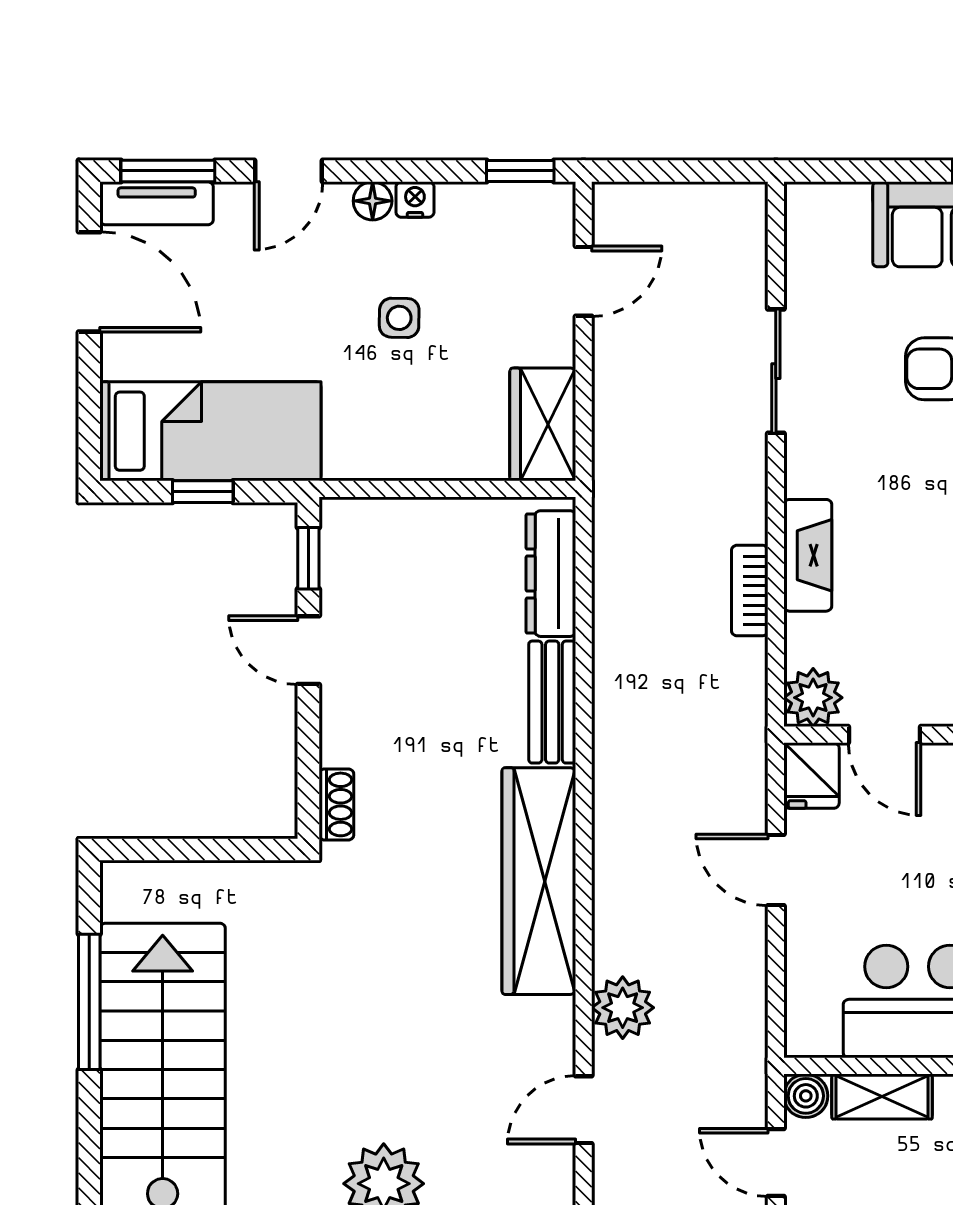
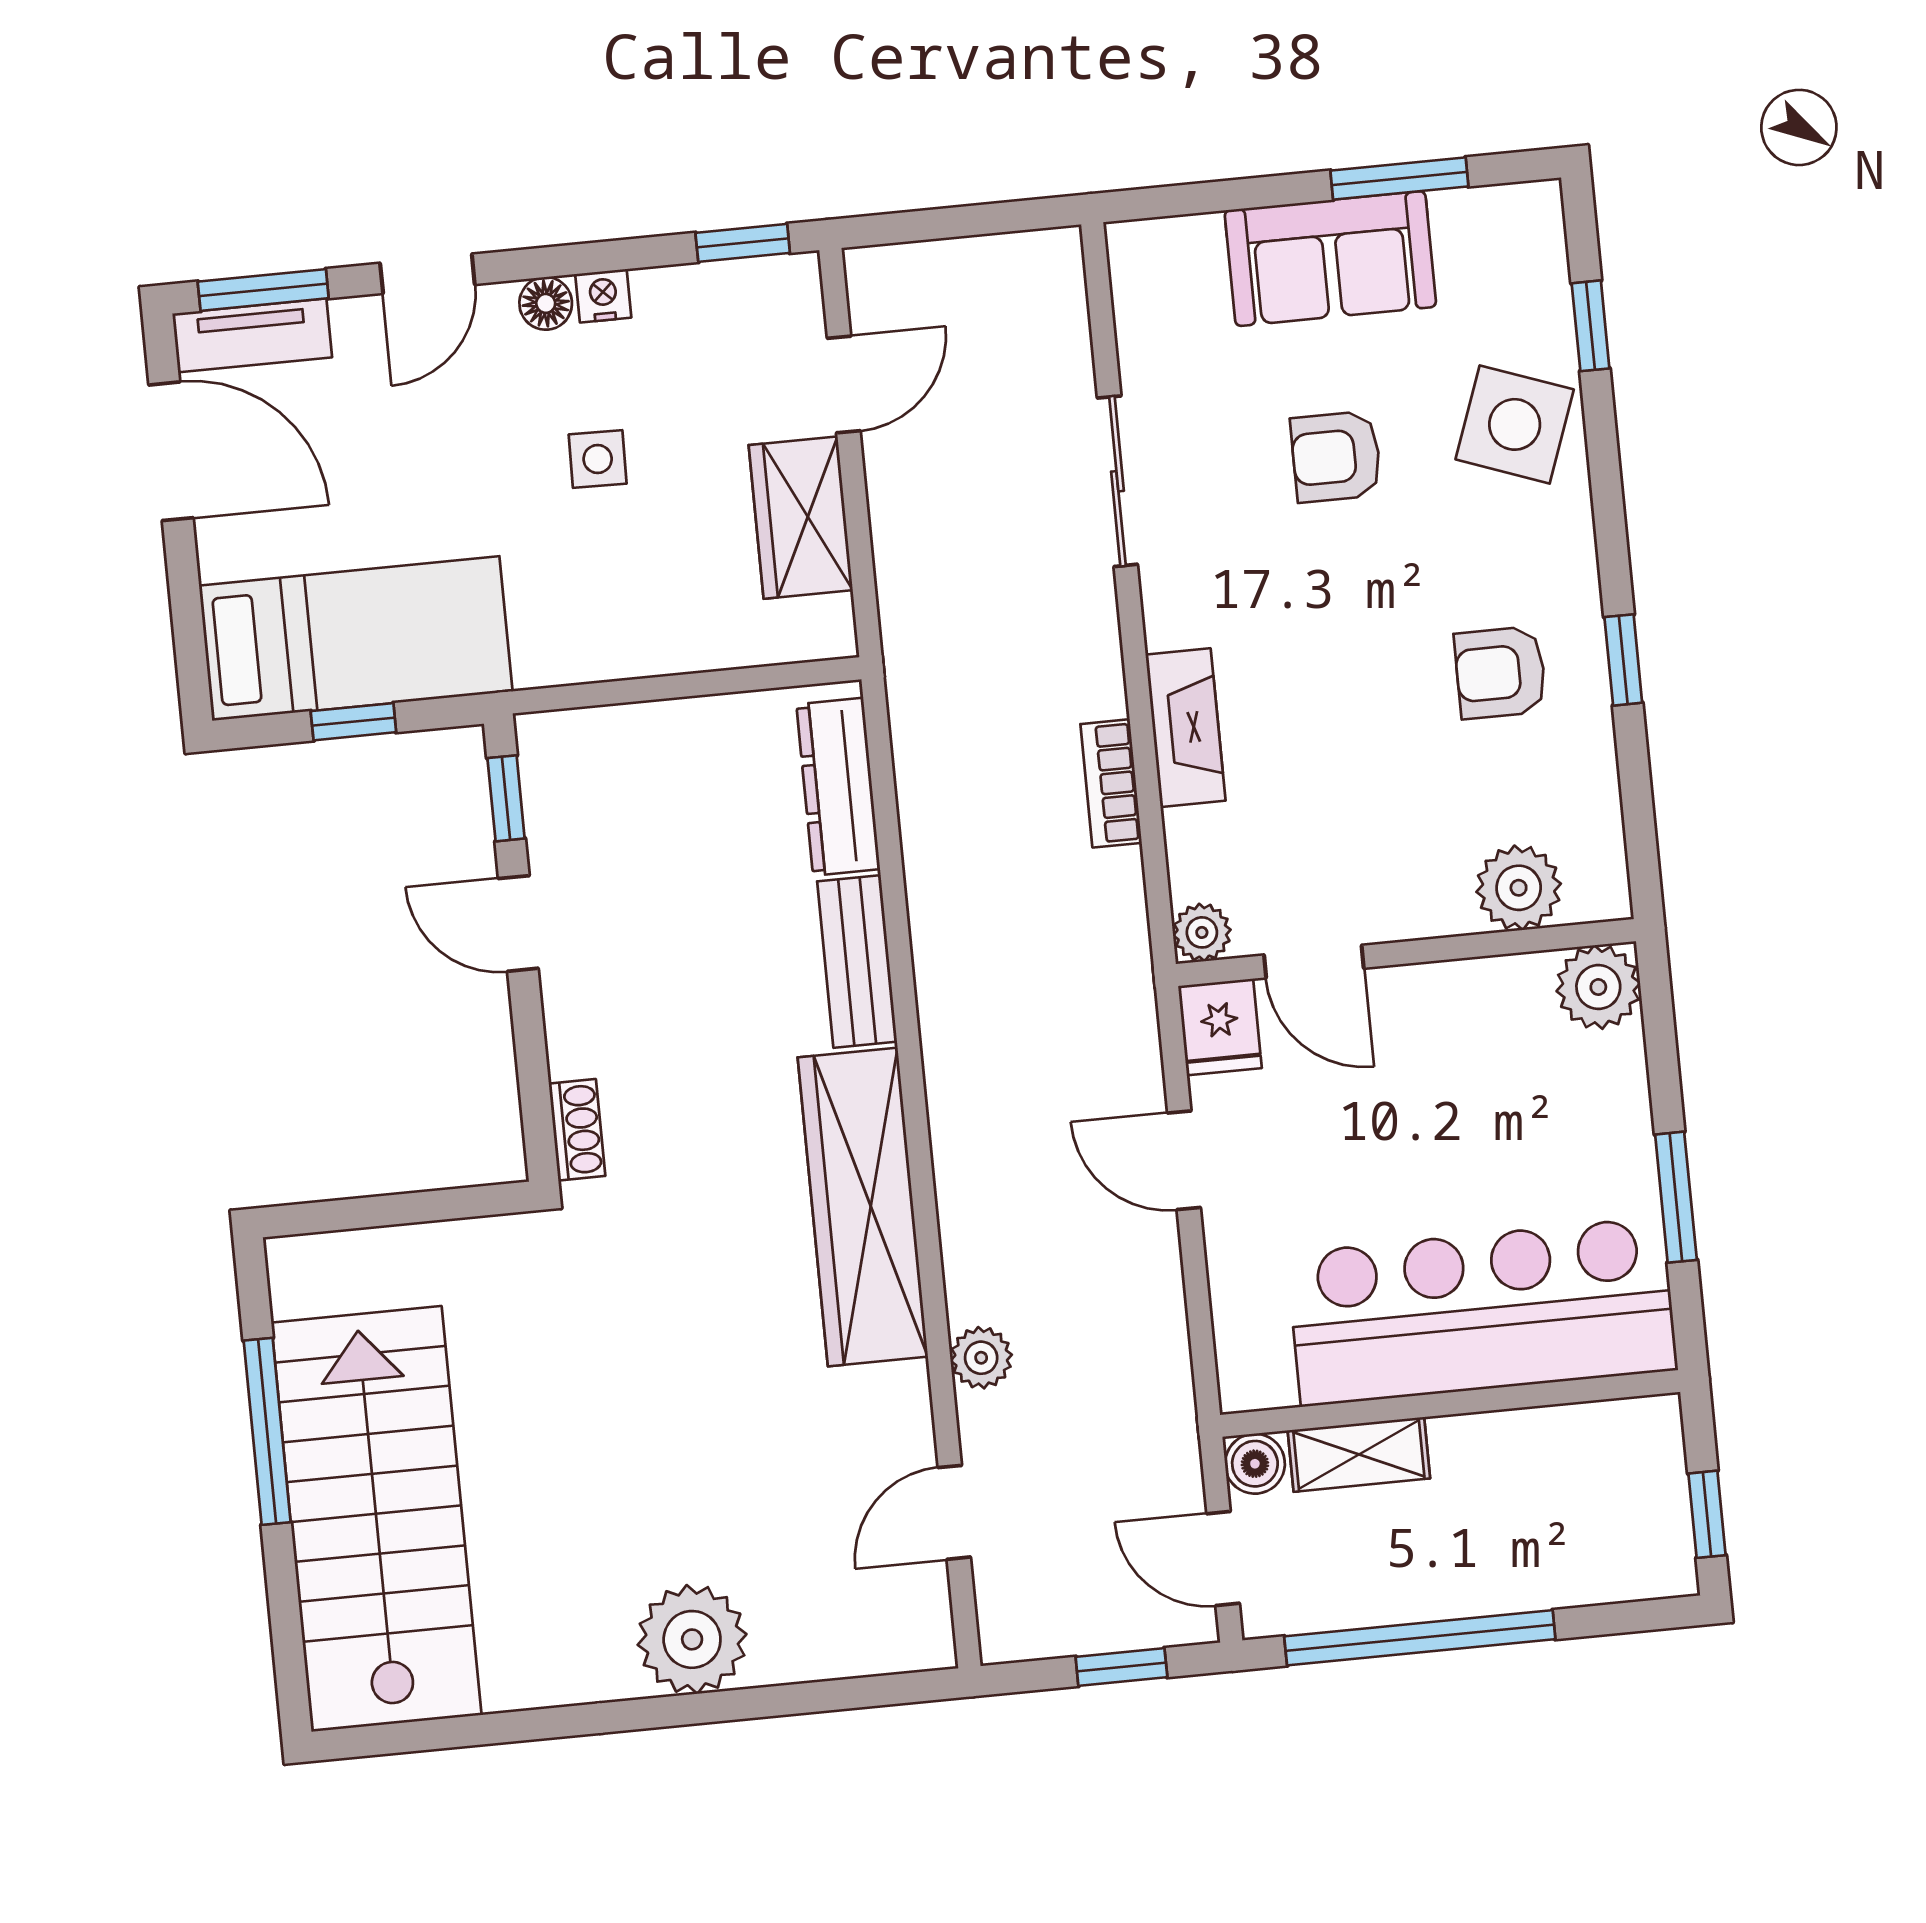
wardrobe: (543, 424) -> (801, 518), moved
plant: (813, 698) -> (1202, 932), width x0.73, depth x0.73
plant: (623, 1008) -> (981, 1358), width x0.73, depth x0.73

